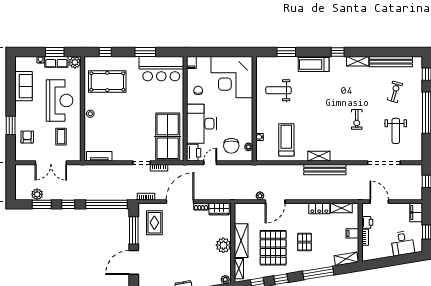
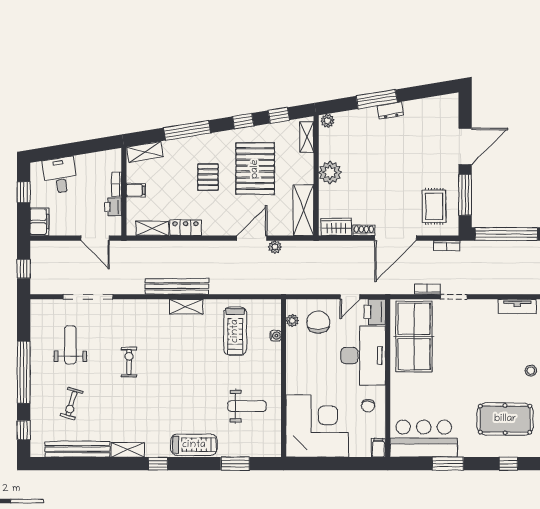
shelving: (241, 241) -> (303, 210), moved

